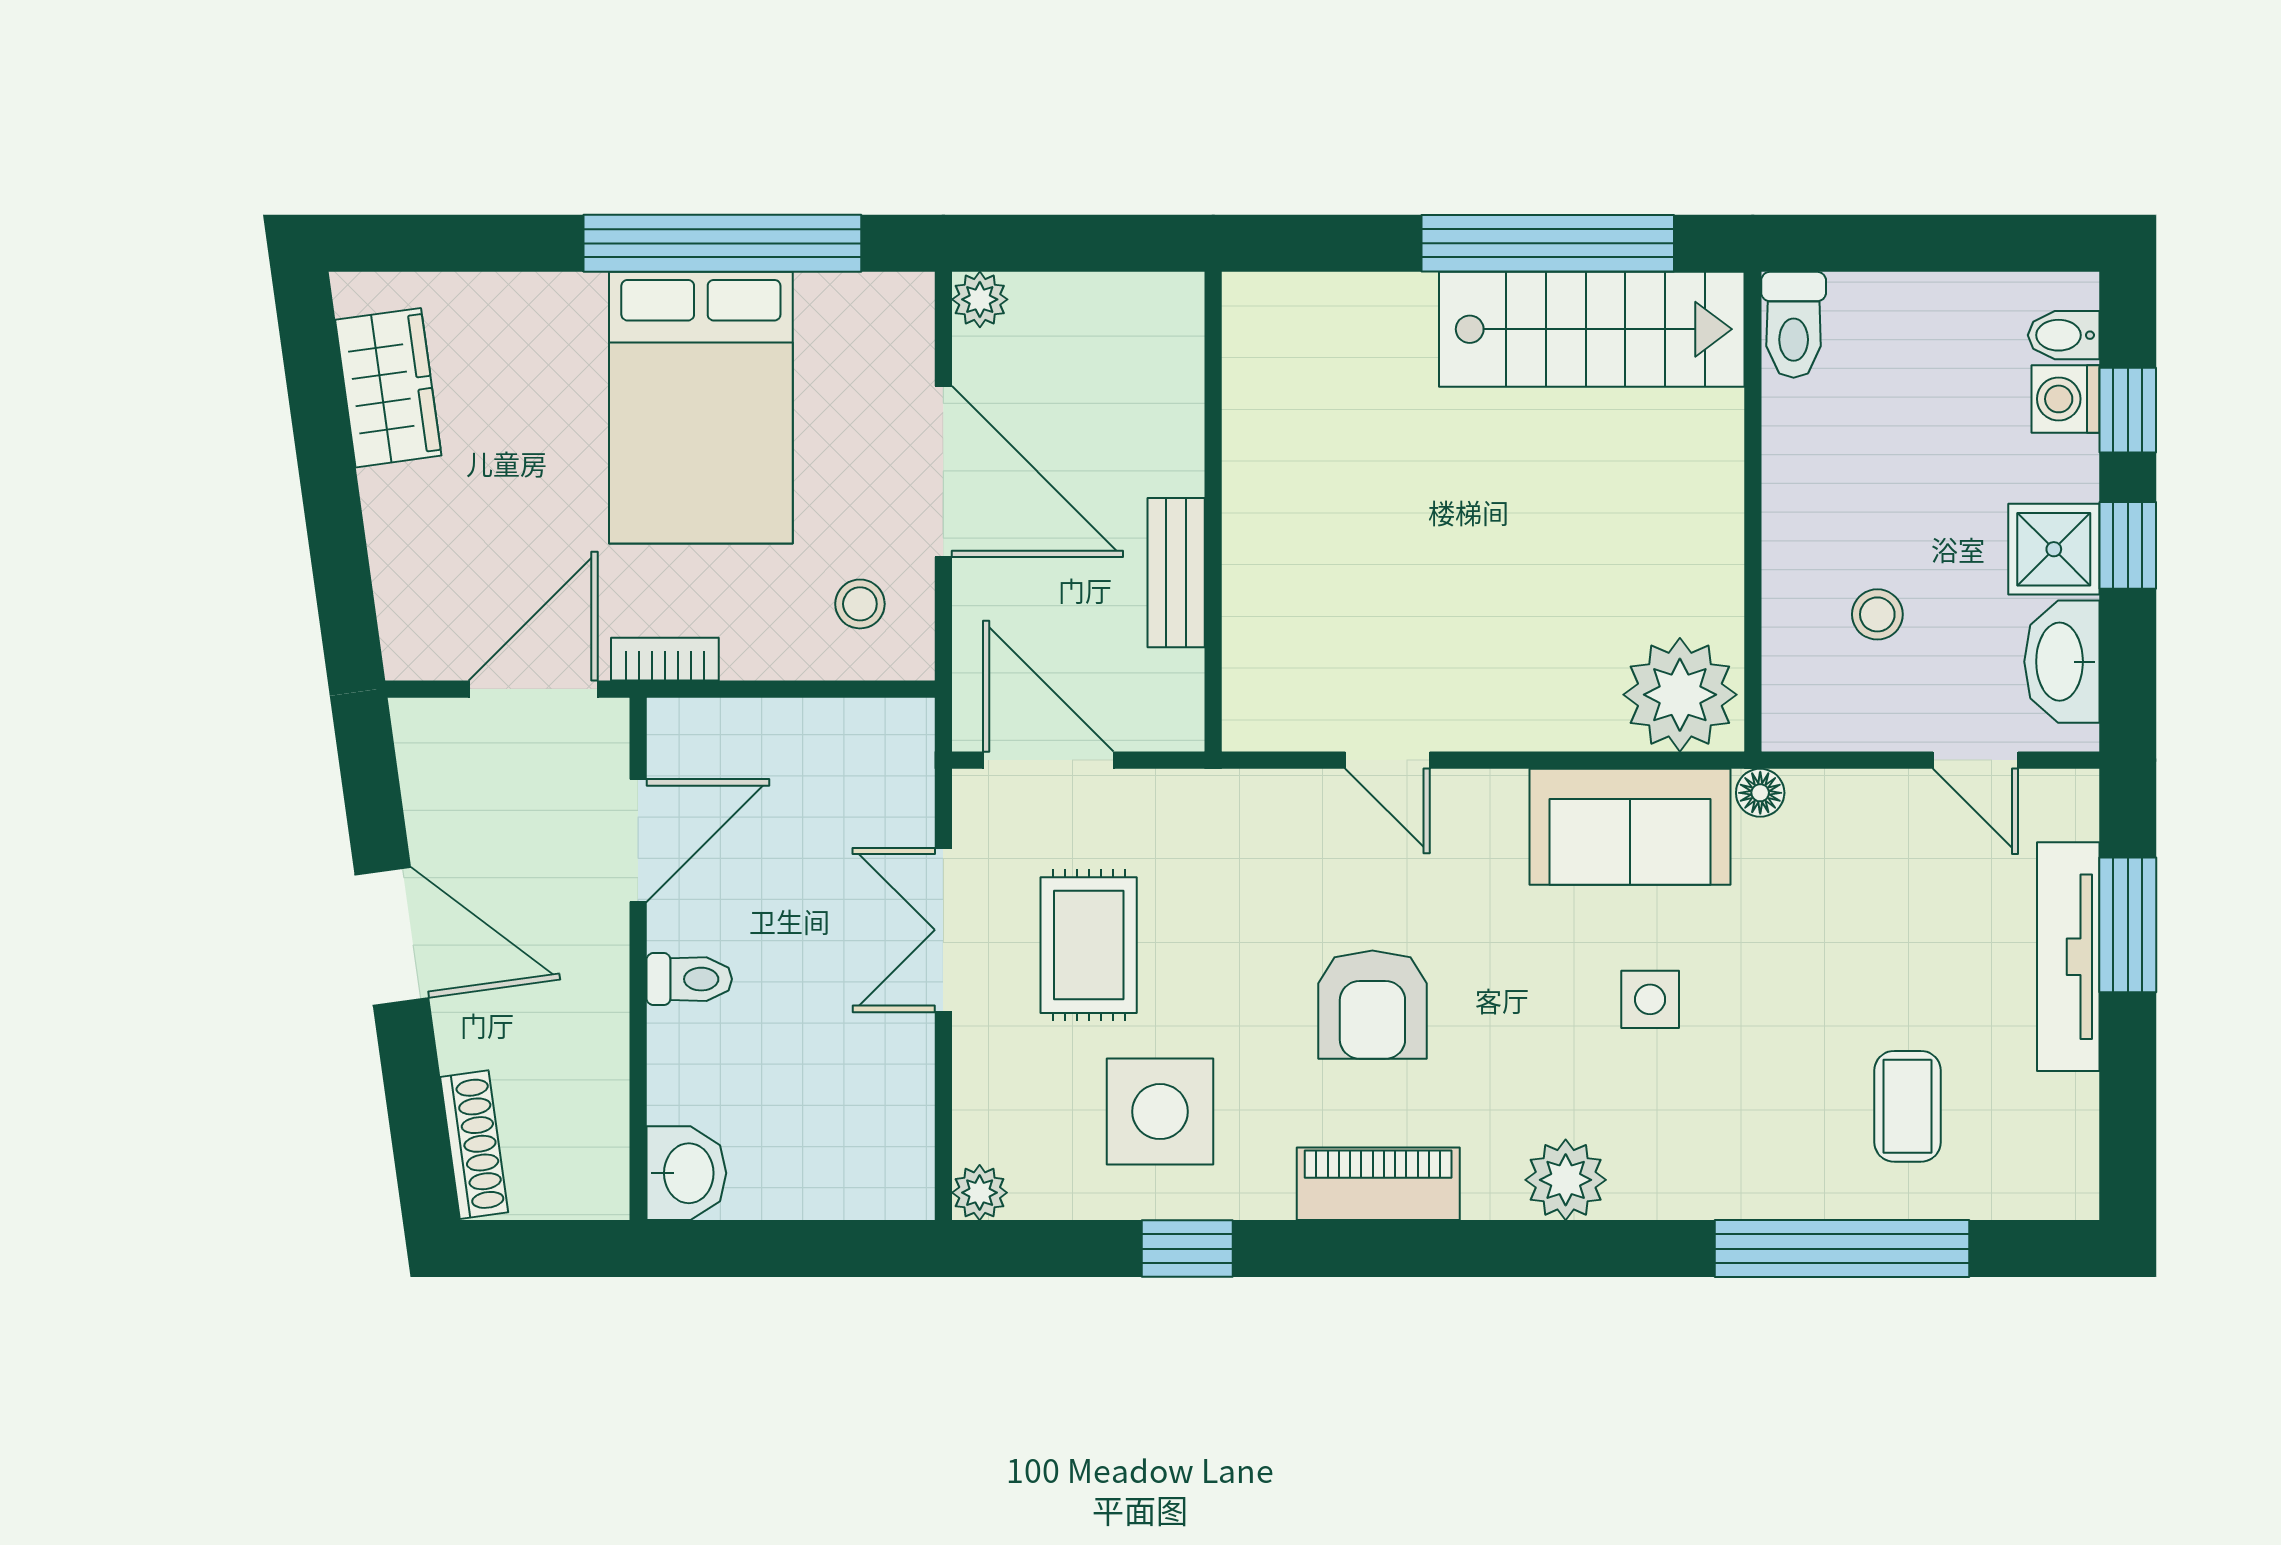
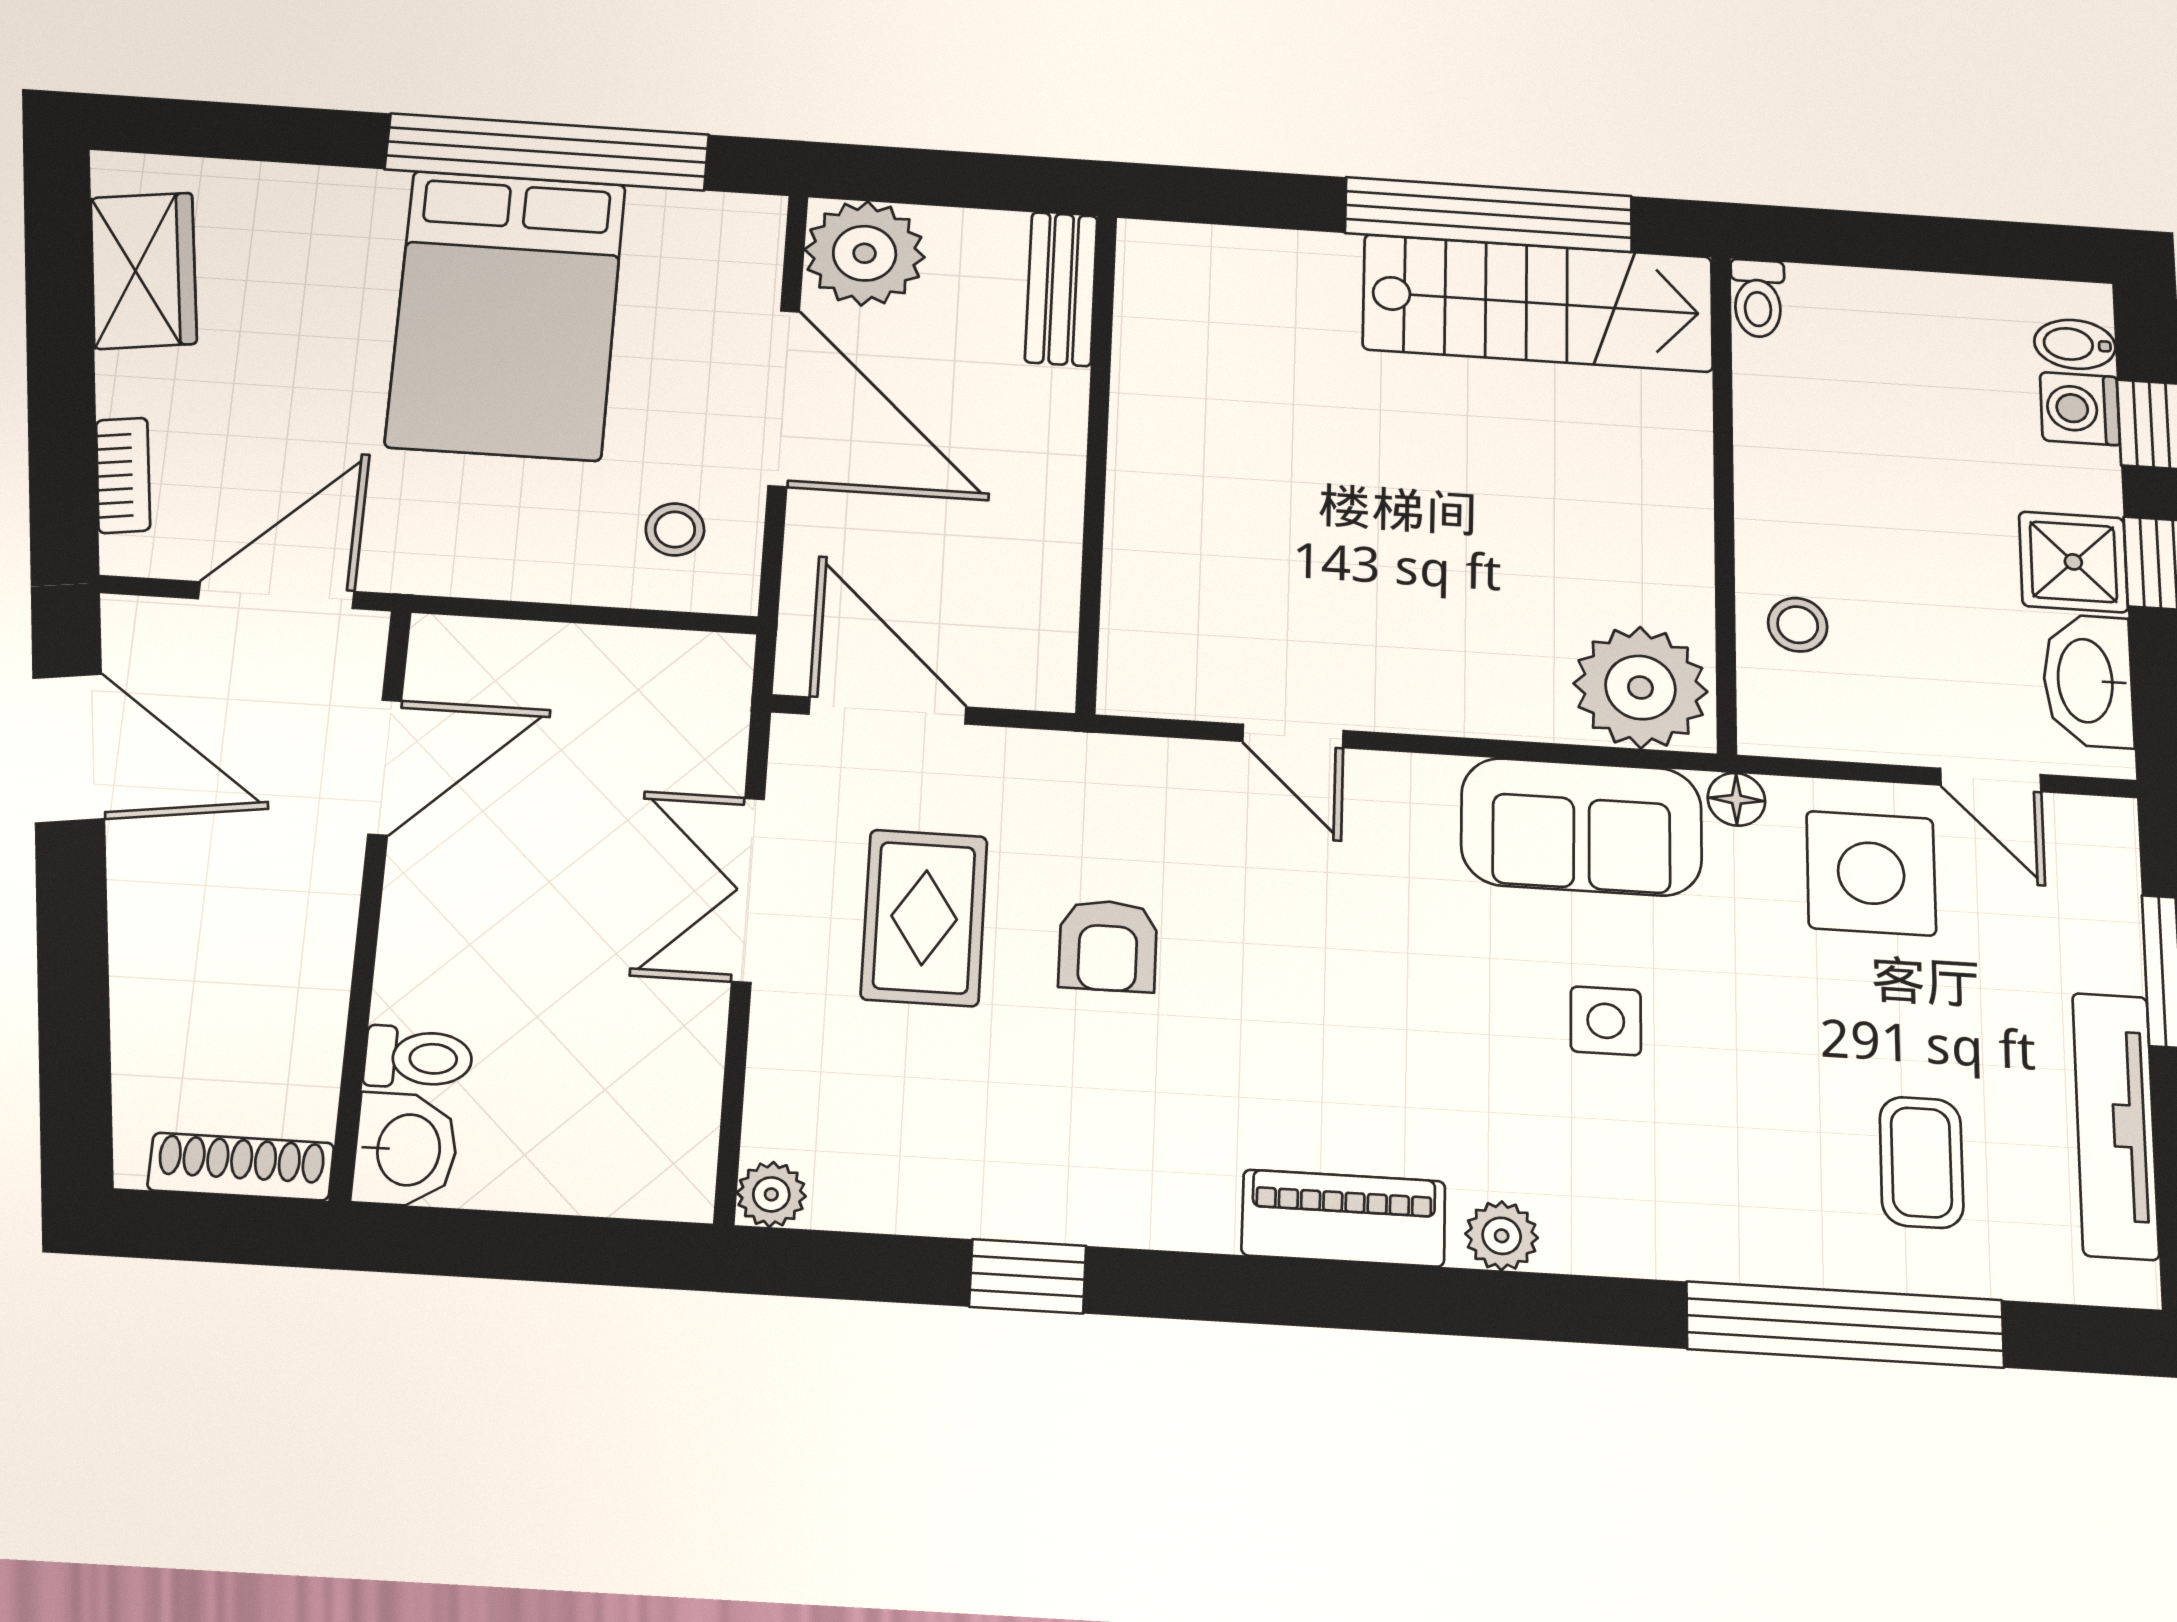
plant: (980, 299) -> (865, 253), width x1.88, depth x1.88
toilet: (1794, 325) -> (1758, 298), width x0.73, depth x0.72
bench: (1176, 573) -> (1061, 289), moved
stool: (1877, 614) -> (1798, 625), moved
bookcase: (665, 659) -> (123, 475), moved, turned 82
door: (392, 936) -> (69, 748), moved
tv unit: (2068, 957) -> (2115, 1125), moved
toilet: (689, 979) -> (418, 1058), moved
armchair: (1372, 1005) -> (1108, 946), moved, width x0.72, depth x0.72
side table: (1160, 1112) -> (1871, 873), moved
shoe rack: (474, 1145) -> (241, 1167), moved, turned -82
plant: (1566, 1180) -> (1502, 1236), width x0.73, depth x0.73
piano: (1378, 1184) -> (1344, 1218), moved

